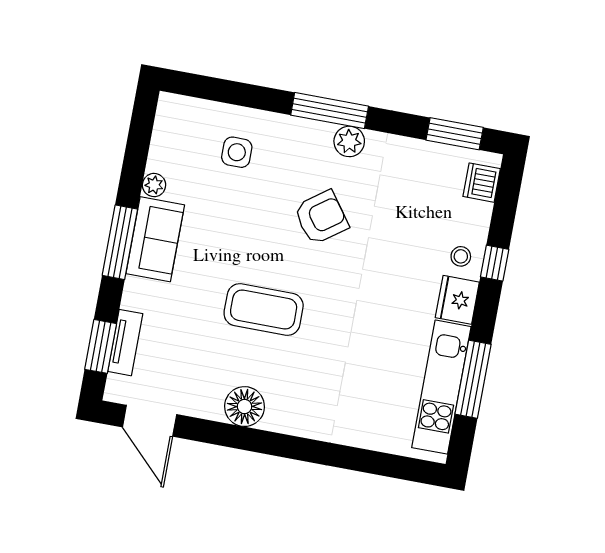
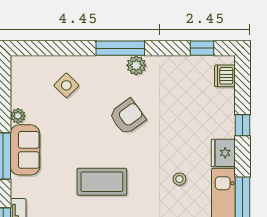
window: (455, 134) -> (202, 48), width x0.67
side table: (237, 152) -> (66, 85), turned 45
stool: (461, 256) -> (179, 179), moved

